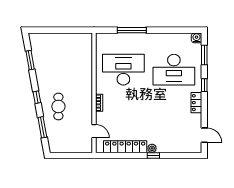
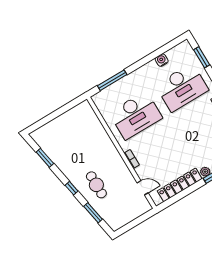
window: (132, 30) -> (112, 80), moved
water cooler: (196, 38) -> (162, 60), moved
desk: (123, 70) -> (136, 115), turned 180

